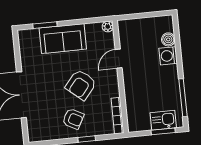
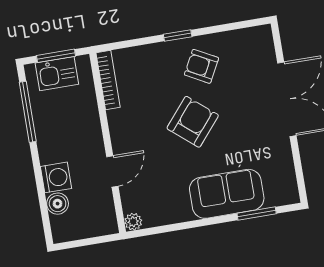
plant: (108, 26) -> (133, 222), moved
door: (119, 59) -> (112, 171), moved
wall: (120, 77) -> (108, 143), moved
bookcase: (118, 116) -> (108, 80), moved

